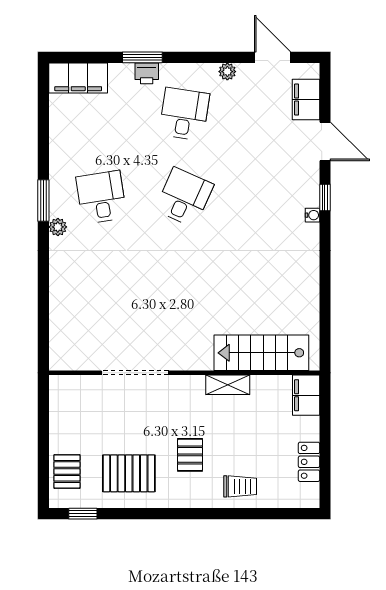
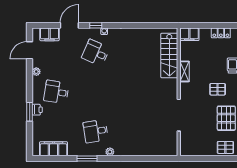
filing cabinet: (78, 78) -> (54, 149), moved, turned -90
desk: (184, 197) -> (96, 53), moved
window: (43, 201) -> (87, 159), moved

